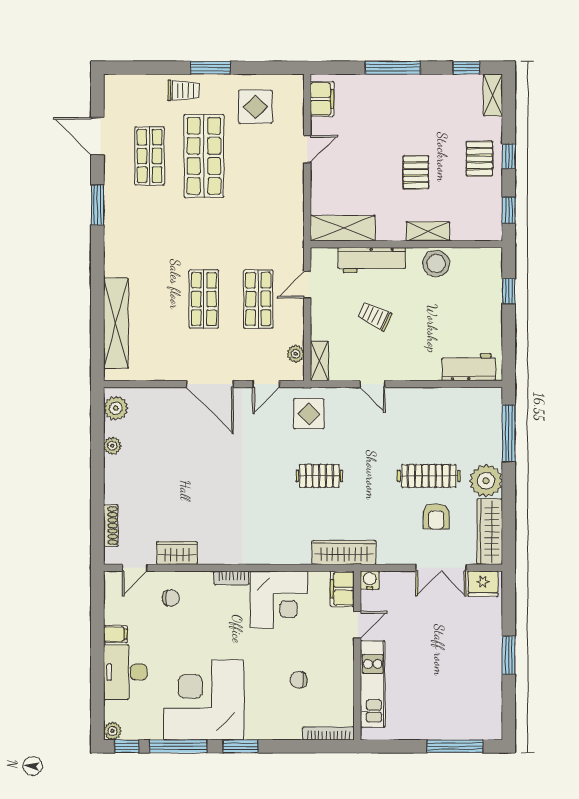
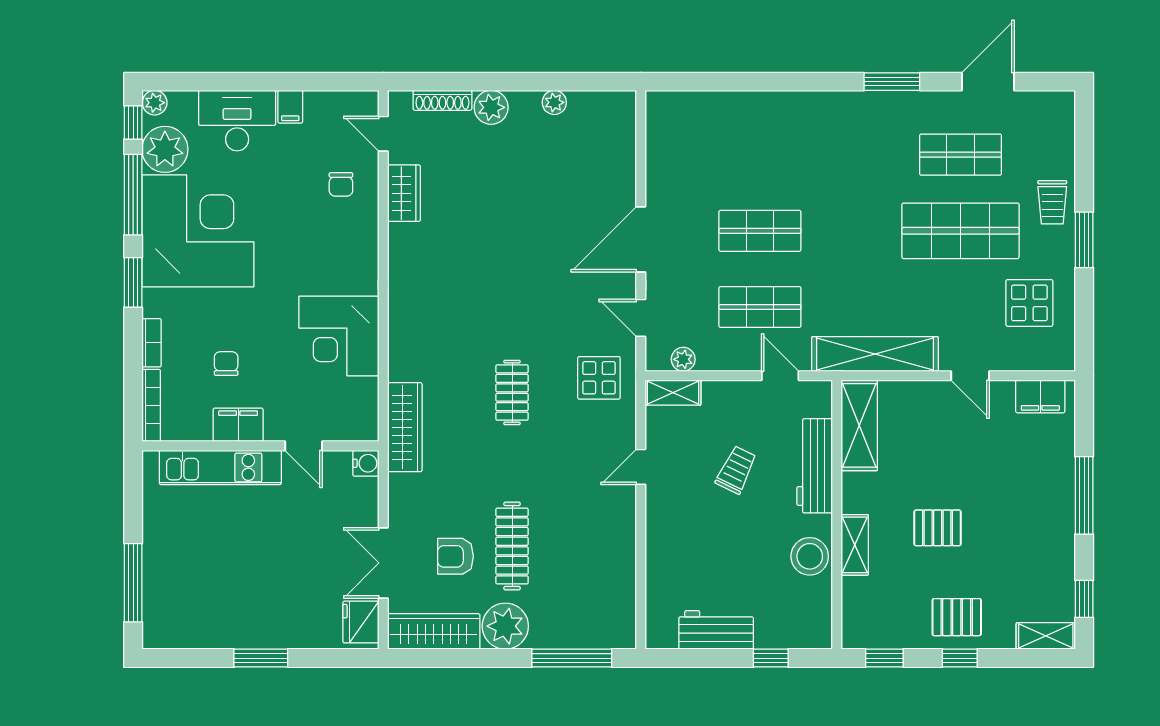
shelving: (116, 323) -> (875, 354), moved
workbench: (469, 367) -> (716, 630), moved, turned -90
plant: (116, 408) -> (491, 107), moved
bookcase: (231, 578) -> (152, 343), moved, turned 180
filing cabinet: (342, 589) -> (238, 425), moved
plant: (146, 724) -> (165, 149), added

